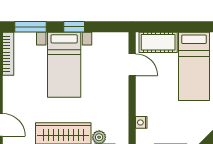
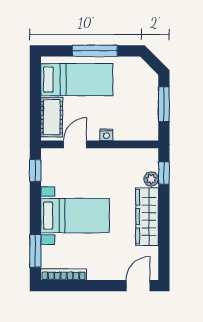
window: (74, 27) -> (35, 170), moved
nightstand: (141, 122) -> (106, 135), moved

